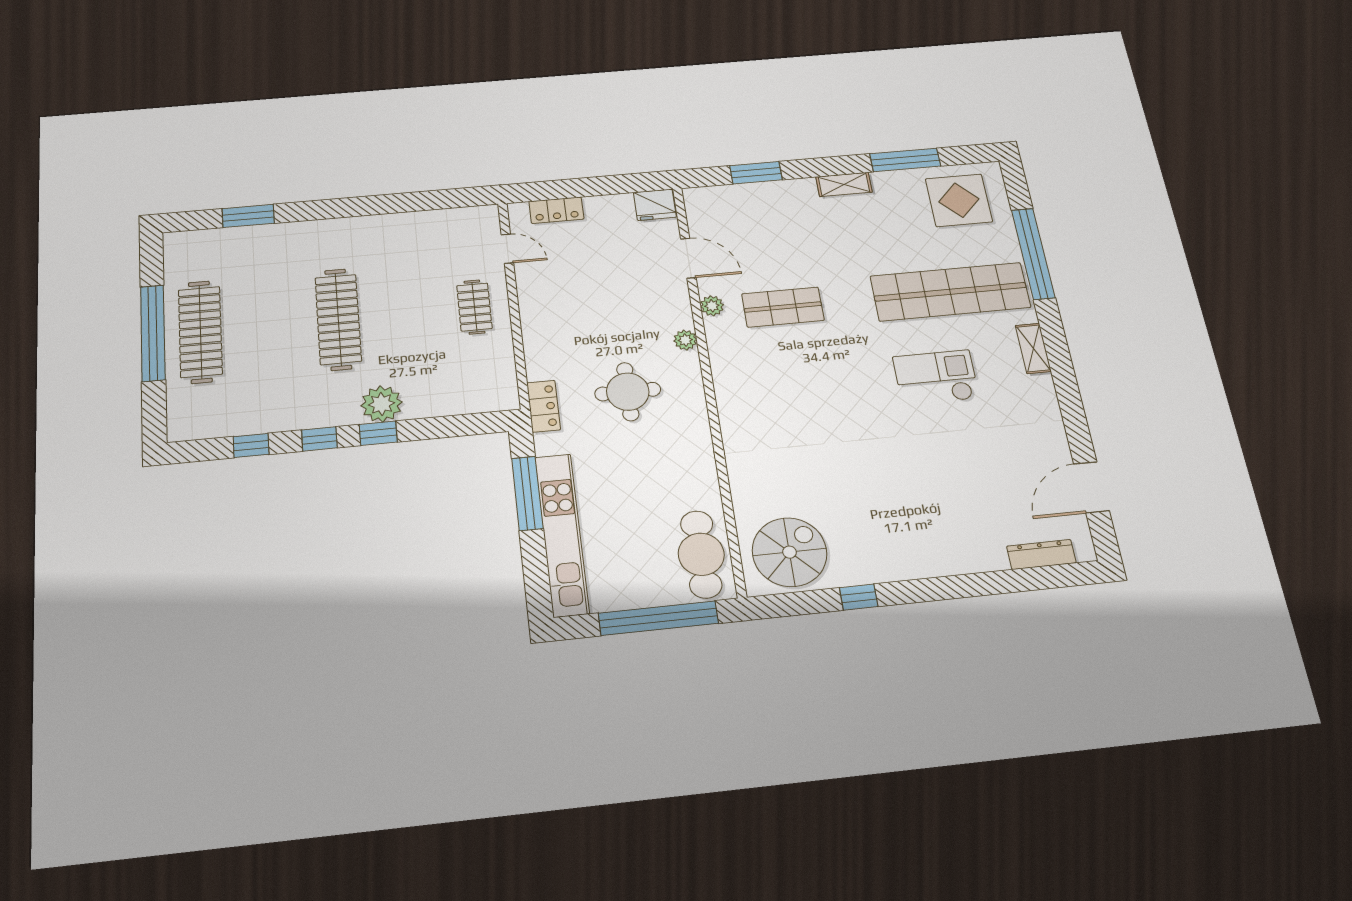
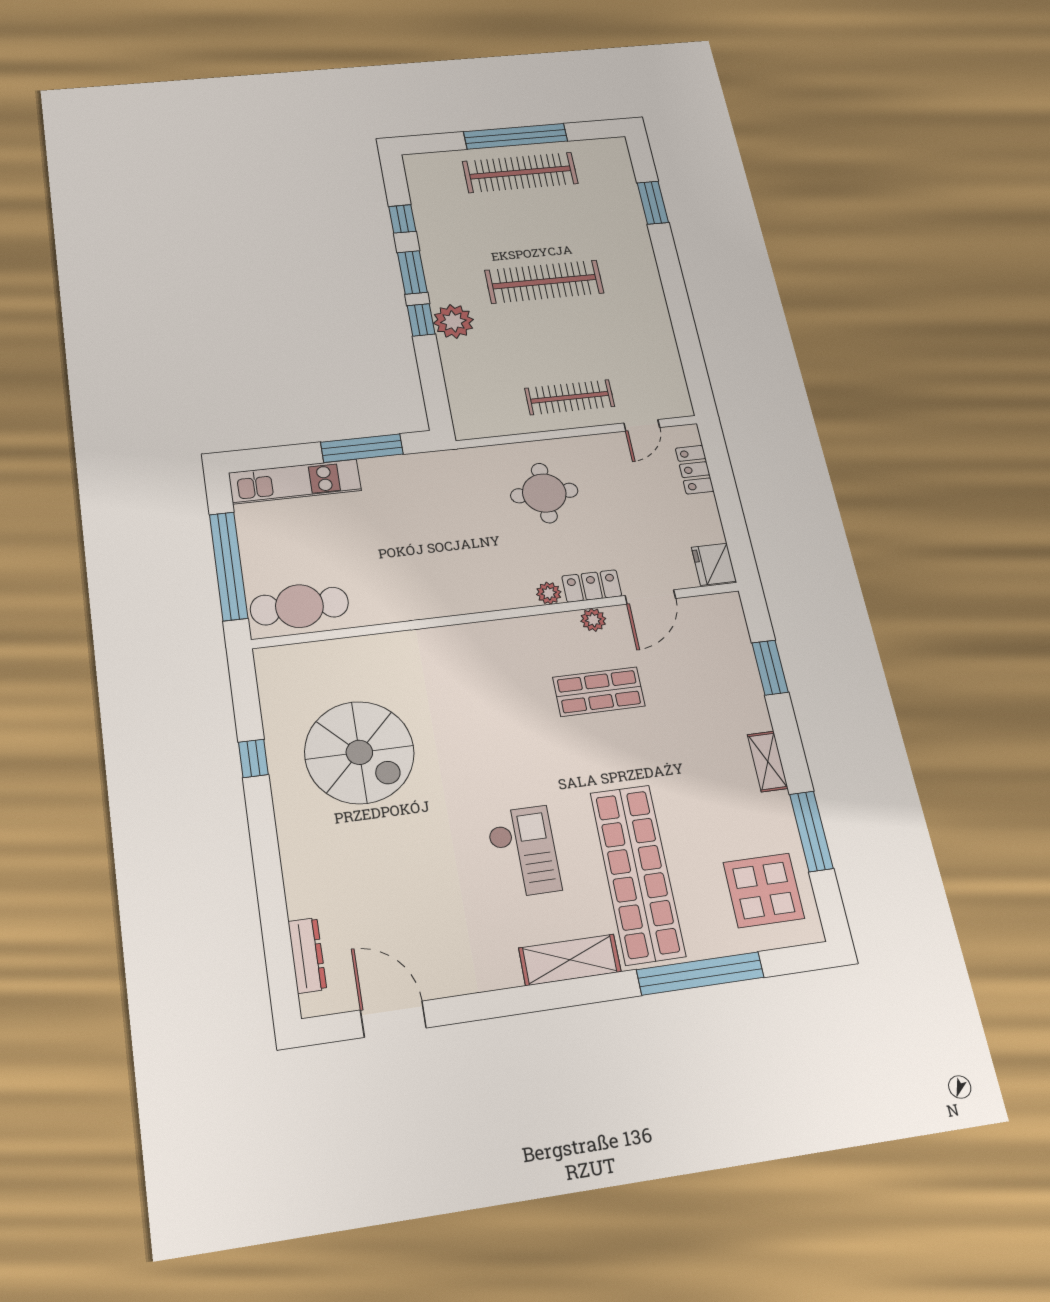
clothes rail: (474, 307) -> (570, 397), width x1.36
shop shelf: (783, 307) -> (599, 692), turned 90
shelving: (1033, 348) -> (570, 960), width x1.50, depth x1.33
round table: (628, 392) -> (544, 493), moved
locker: (544, 406) -> (592, 586), moved, turned 180
window: (319, 439) -> (412, 272), width x1.50
kitchen unit: (562, 534) -> (295, 482), width x0.73
spiral stairs: (790, 552) -> (359, 752), moved, width x1.37, depth x1.37

